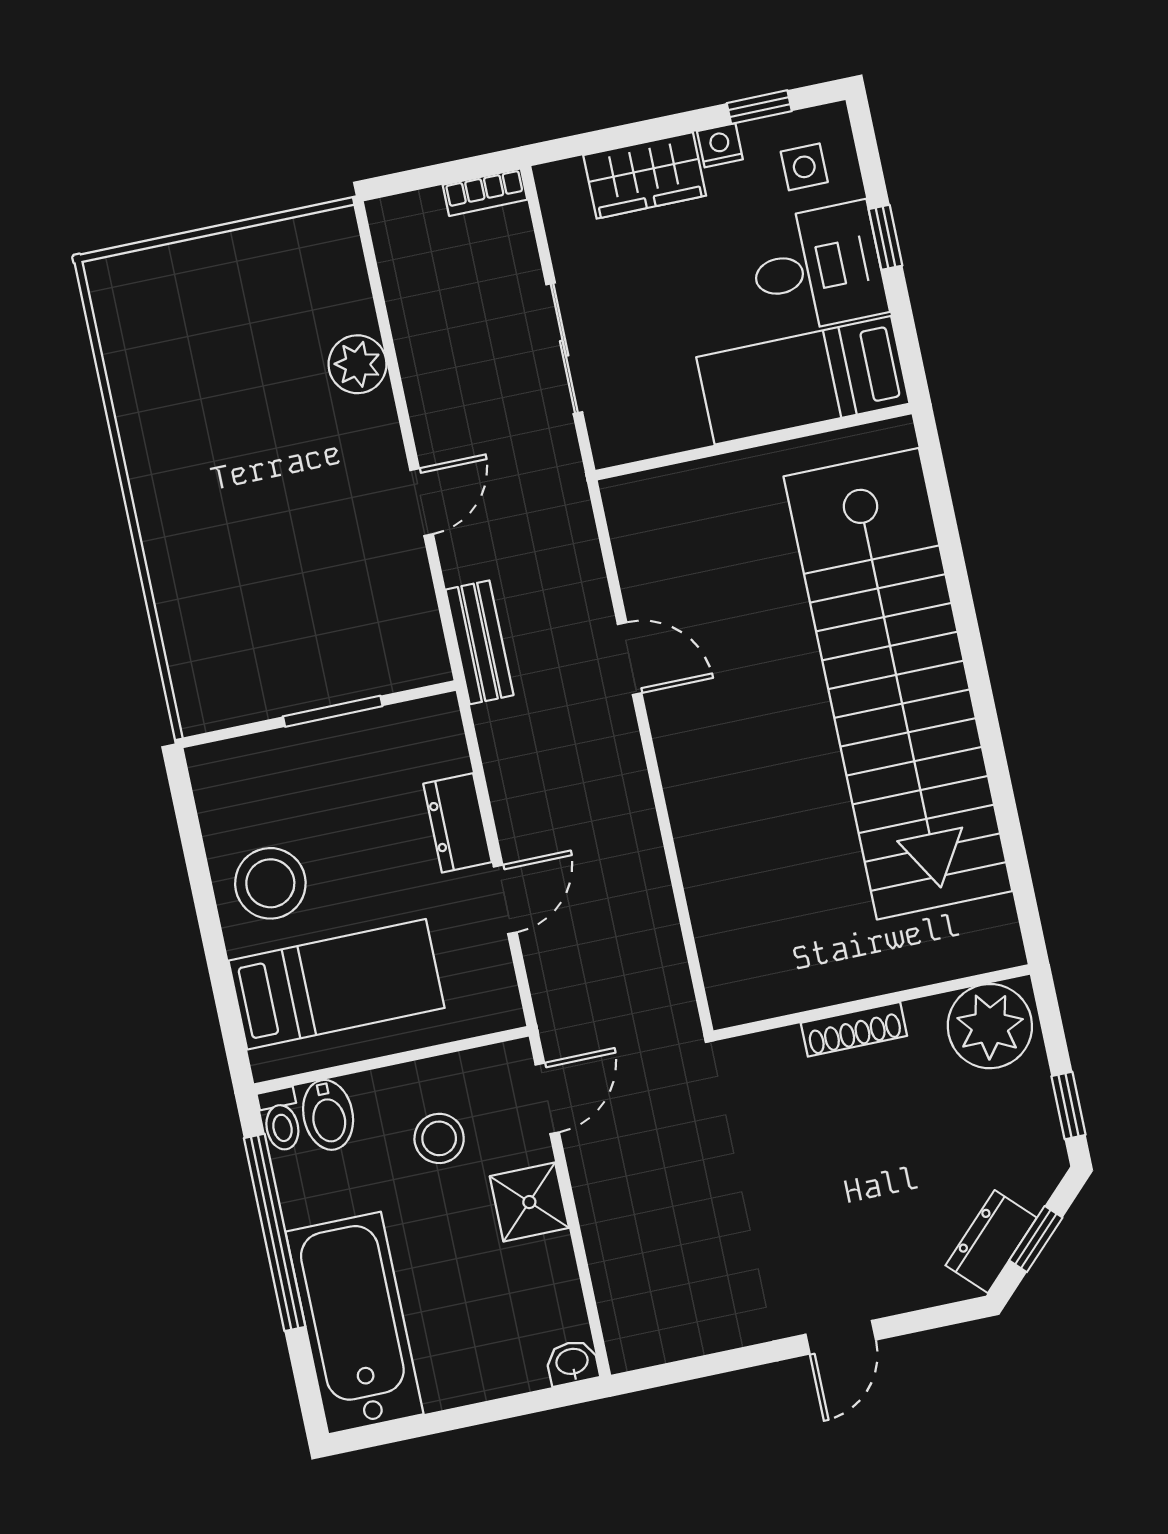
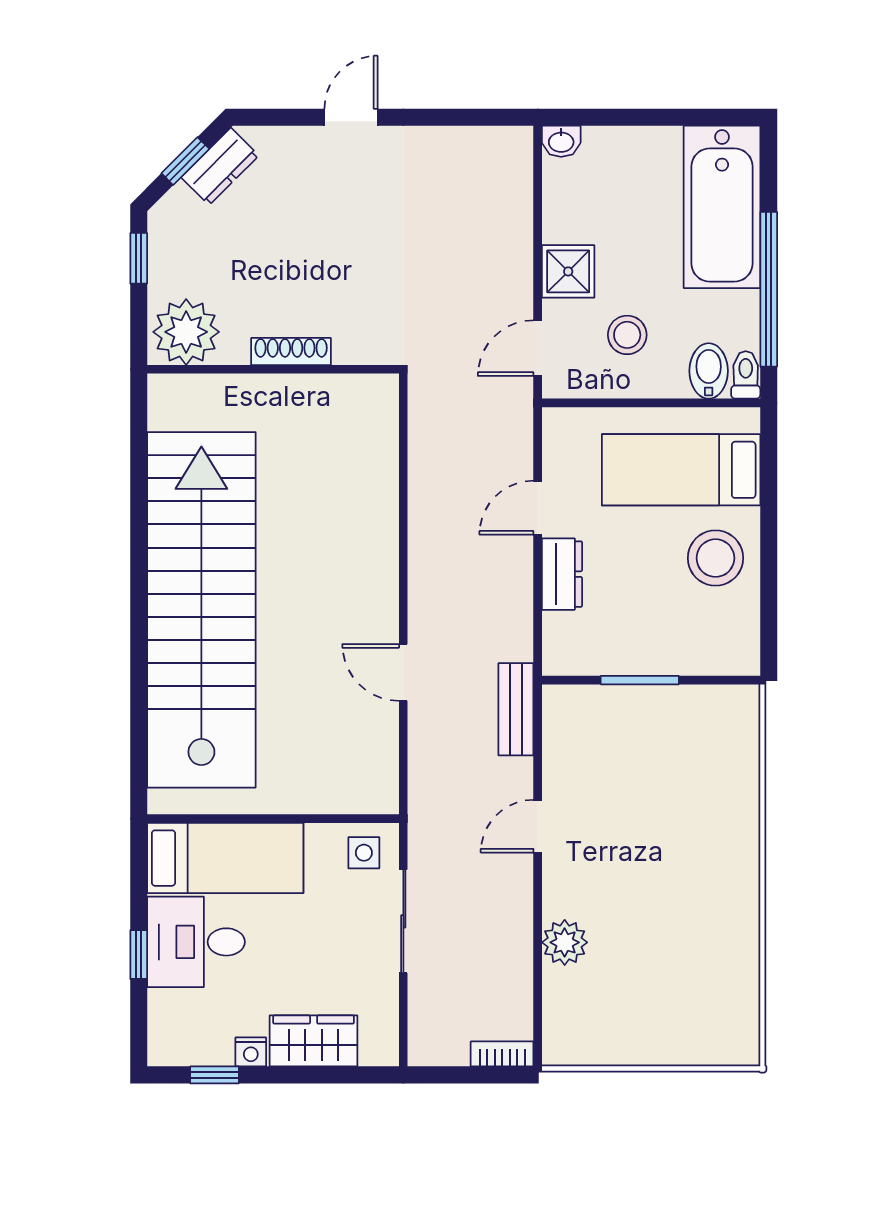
side table: (804, 167) -> (364, 853), moved
bookcase: (485, 192) -> (502, 1054), moved

